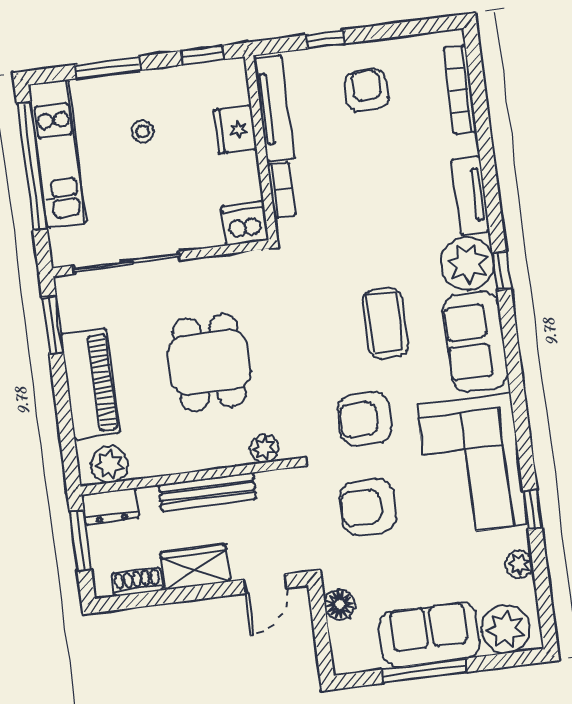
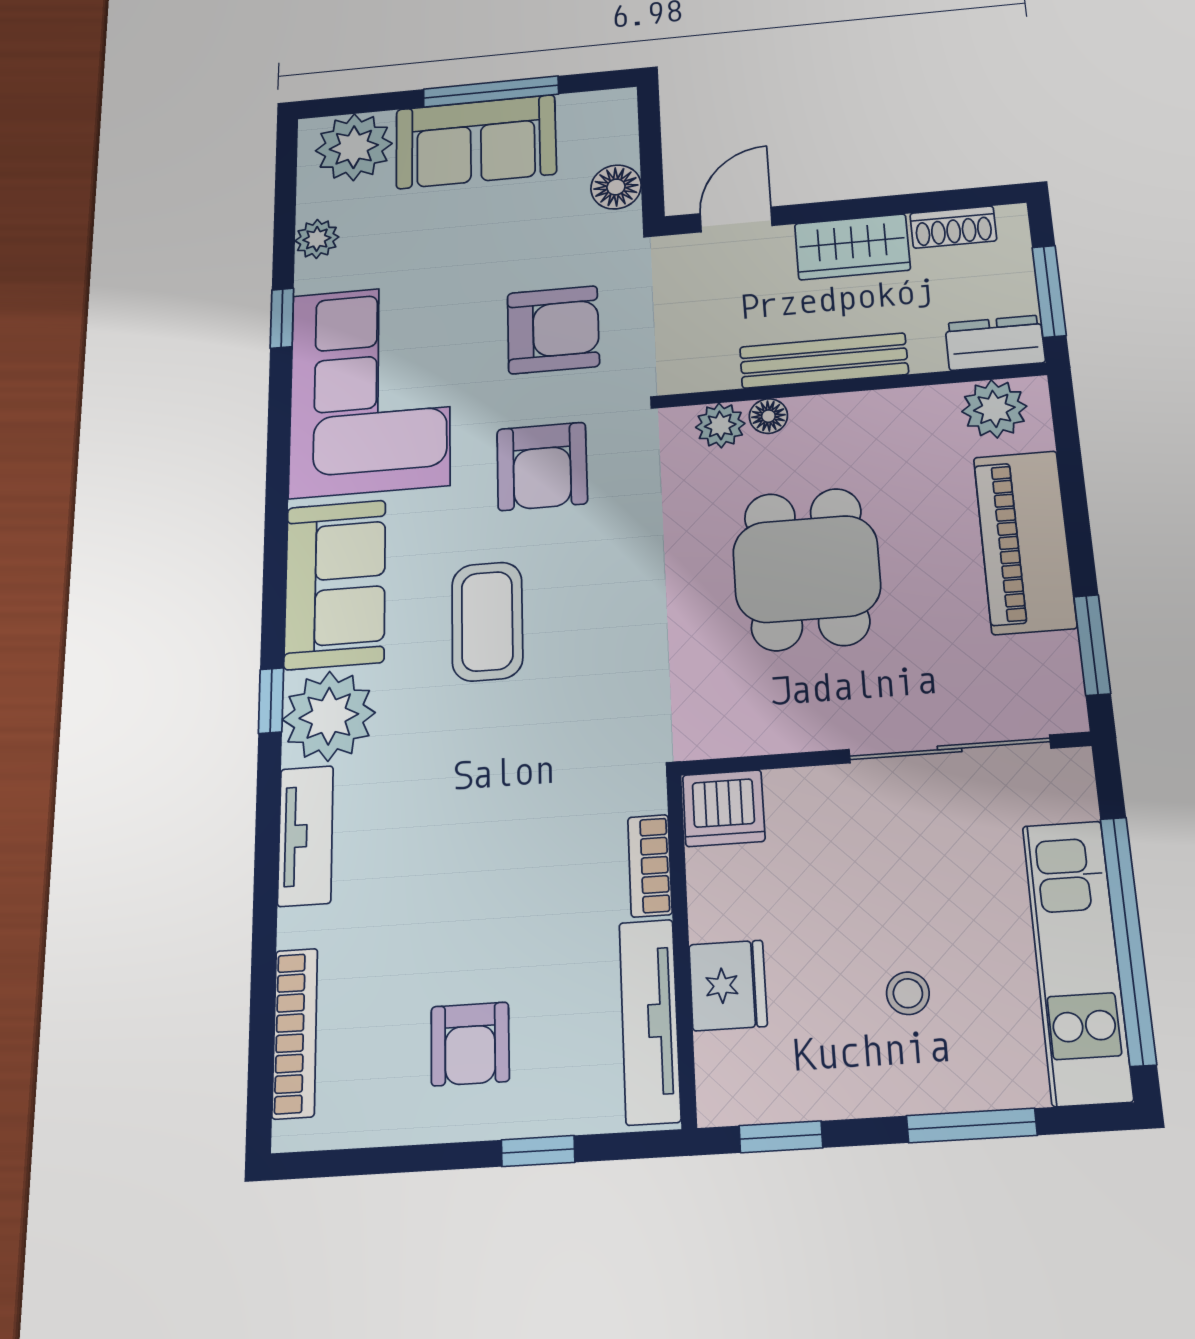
armchair: (365, 419) -> (542, 466), turned 90
floor lamp: (237, 455) -> (768, 416), added

